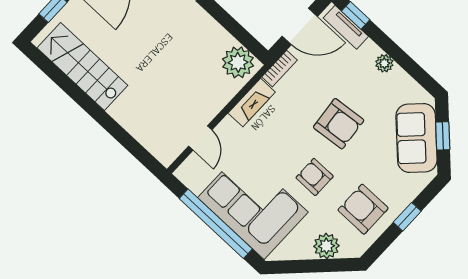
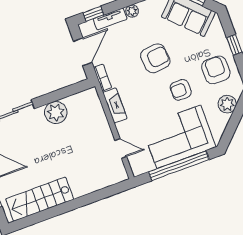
tv unit: (346, 27) -> (110, 19), moved
plant: (238, 62) -> (56, 112), moved
armchair: (363, 209) -> (216, 70), turned 90

